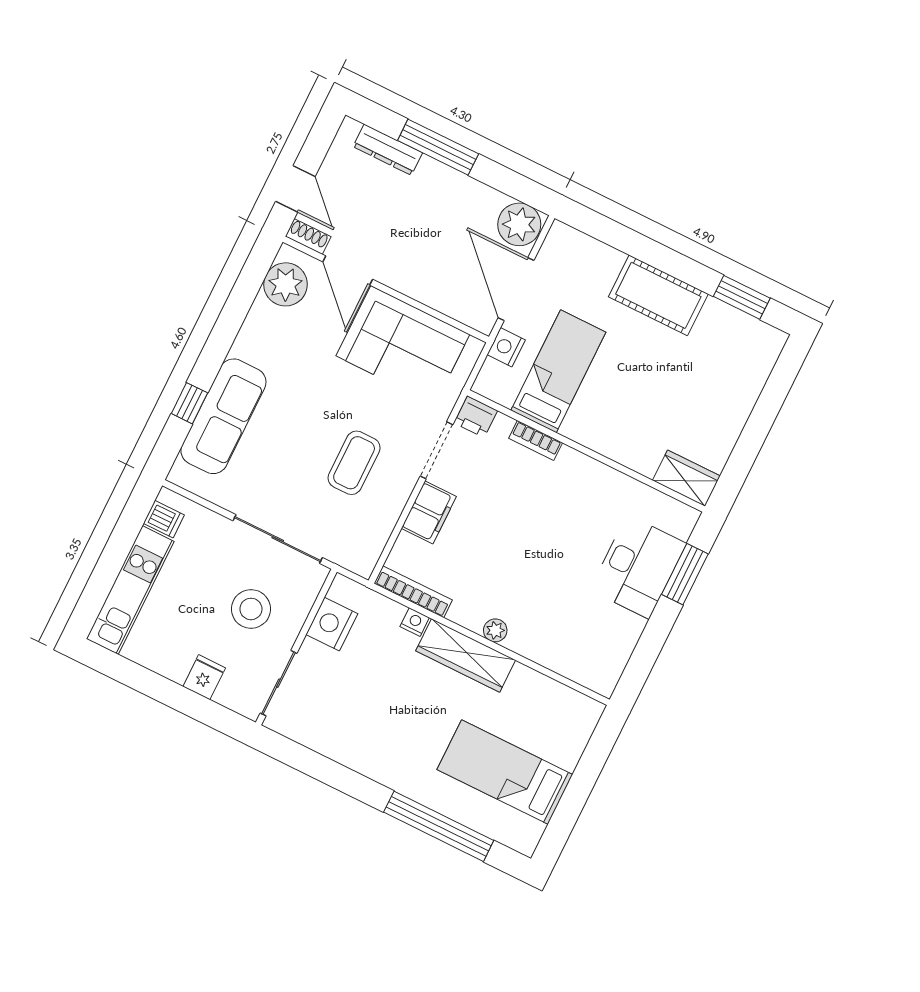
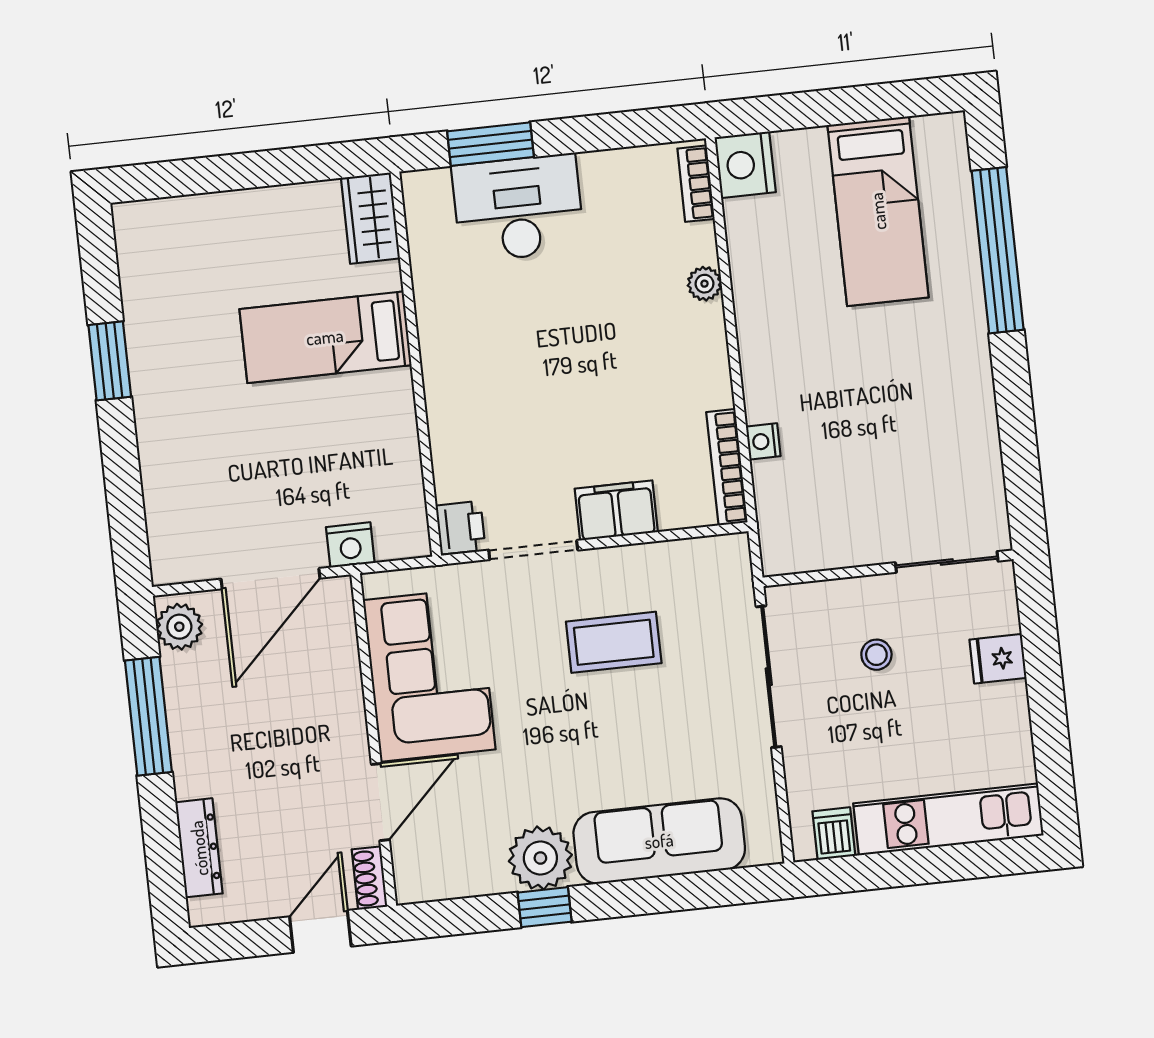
window: (438, 147) -> (148, 716), moved
plant: (519, 224) -> (179, 627), width x0.73, depth x0.73
plant: (286, 284) -> (540, 858), moved
cot: (658, 295) -> (166, 397), removed
window: (742, 297) -> (110, 361), moved
bed: (558, 371) -> (325, 337), moved
window: (189, 403) -> (545, 907), moved
bookcase: (536, 441) -> (696, 184), moved, turned 180
stool: (251, 609) -> (876, 655), width x0.53, depth x0.53
nightstand: (332, 624) -> (745, 165), moved, turned 90
plant: (495, 630) -> (704, 284), moved
wardrobe: (466, 655) -> (765, 352), removed

